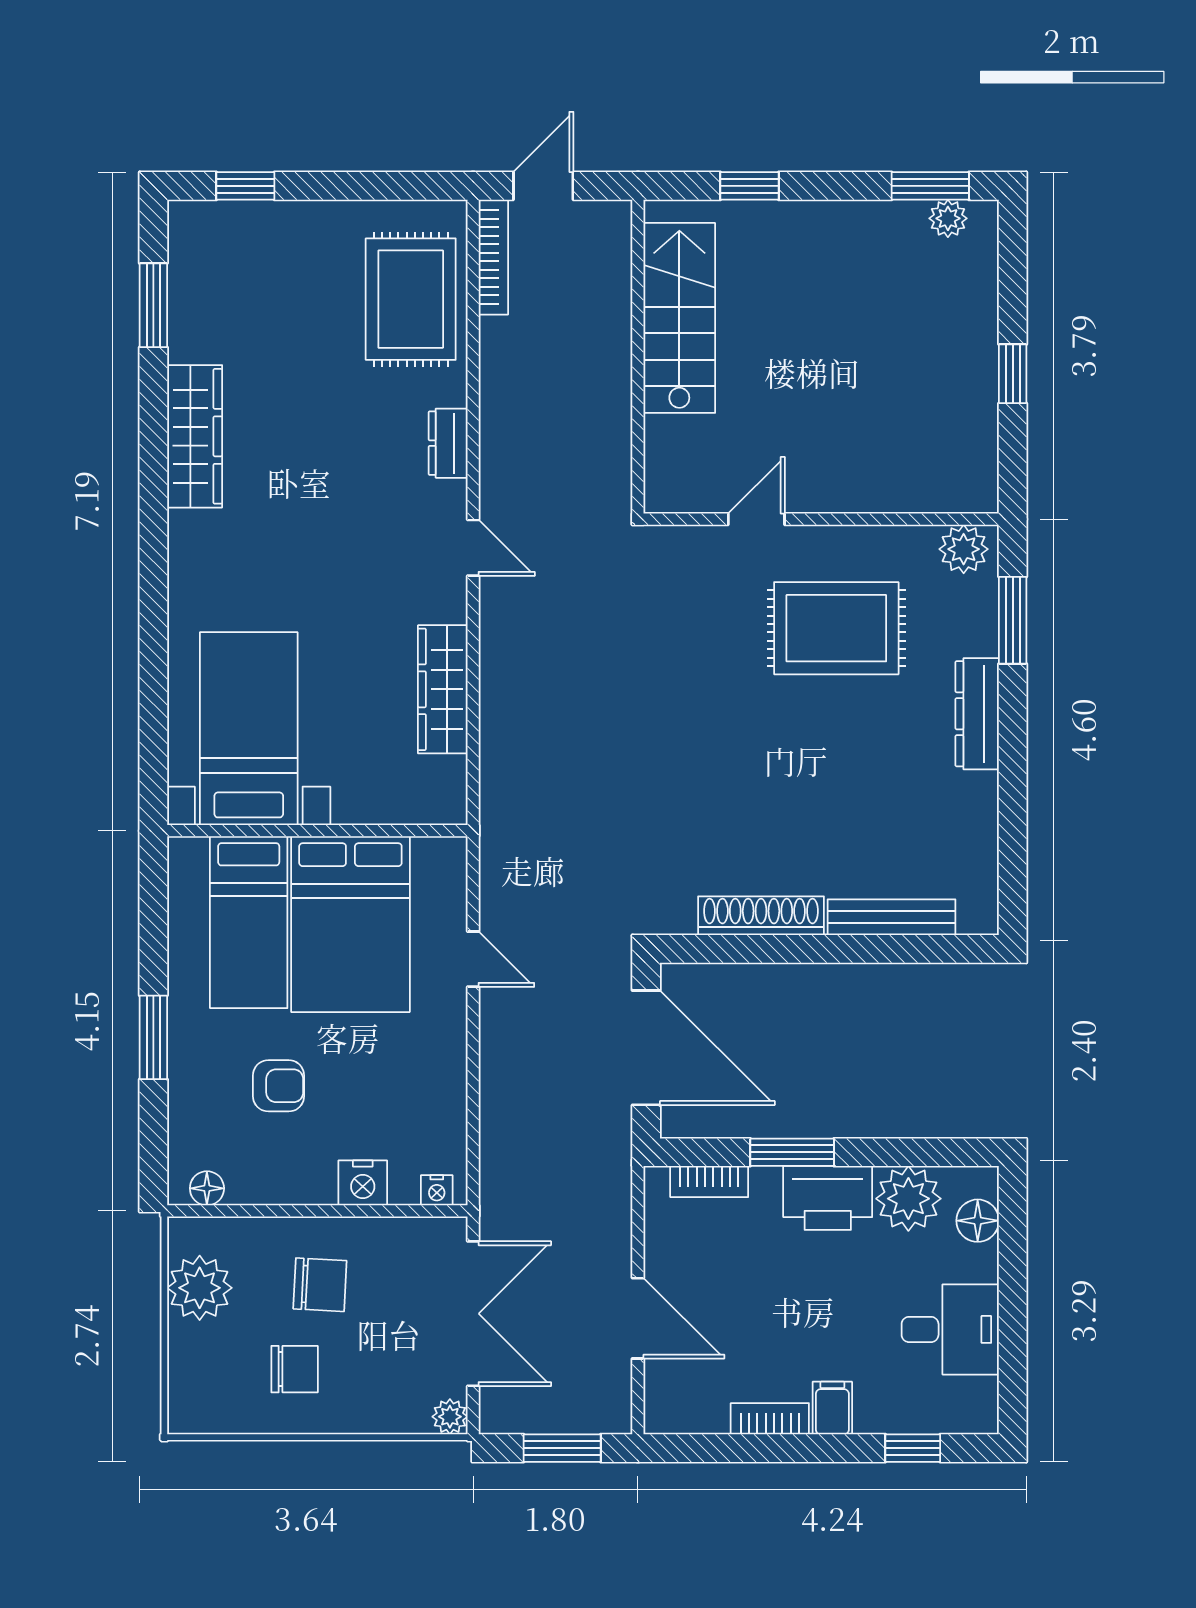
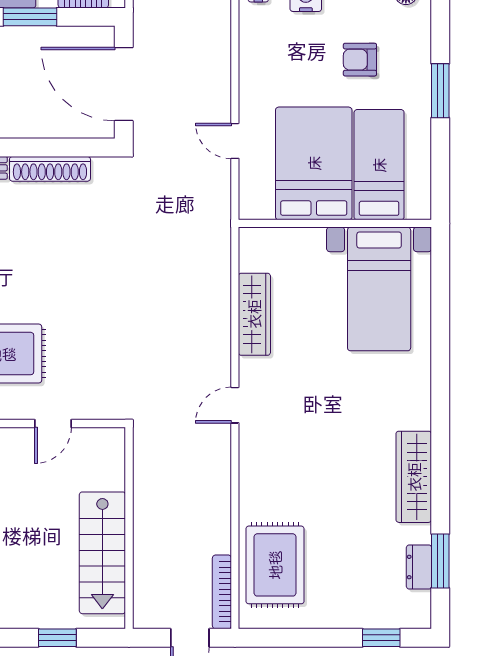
dresser: (448, 443) -> (419, 567), moved, turned 180
door: (473, 548) -> (235, 405), hinge flipped

